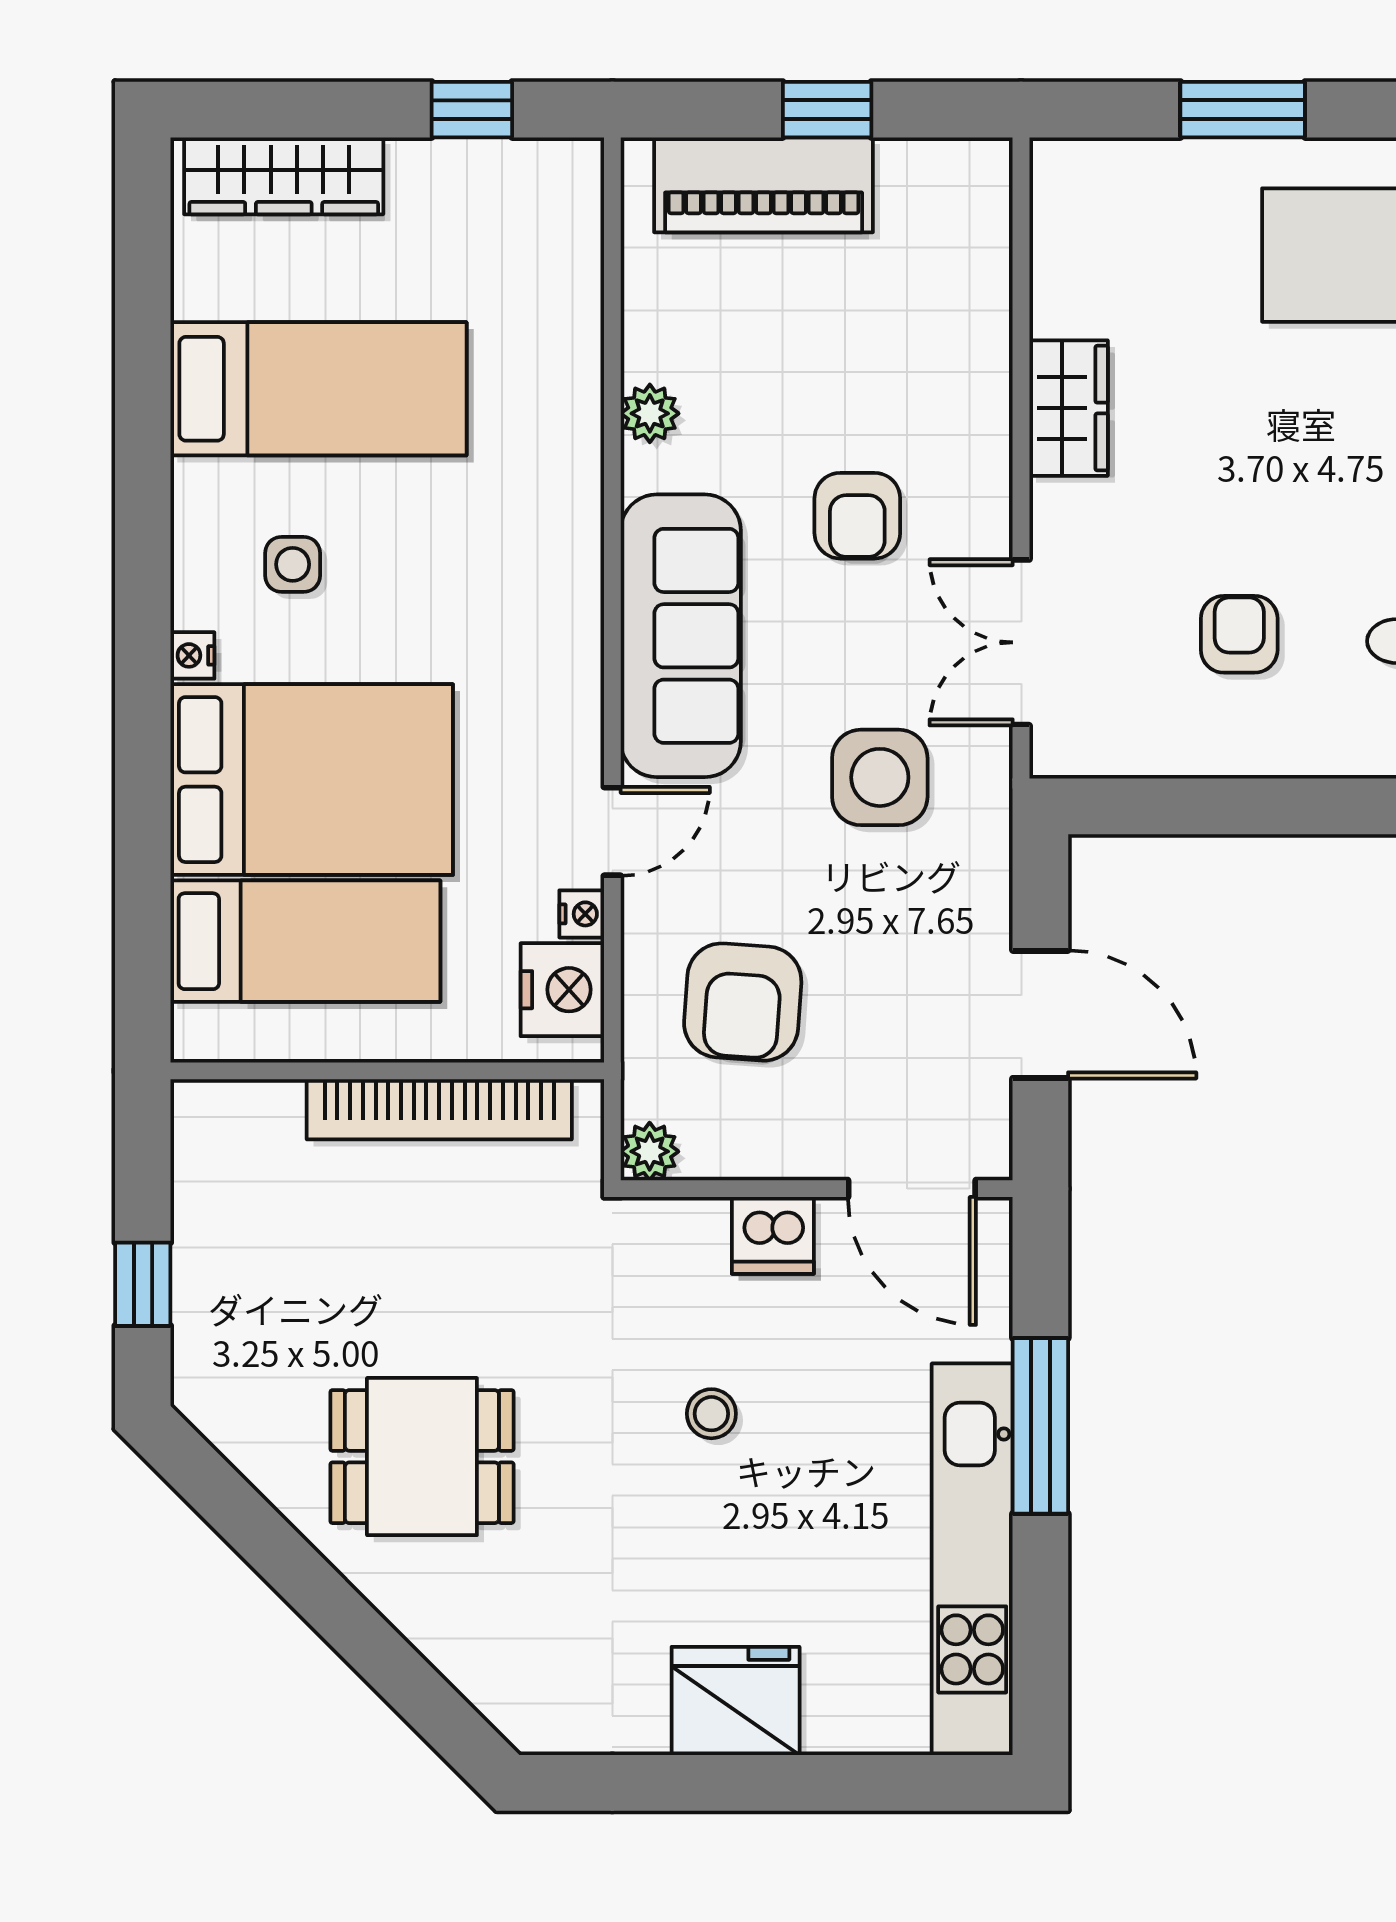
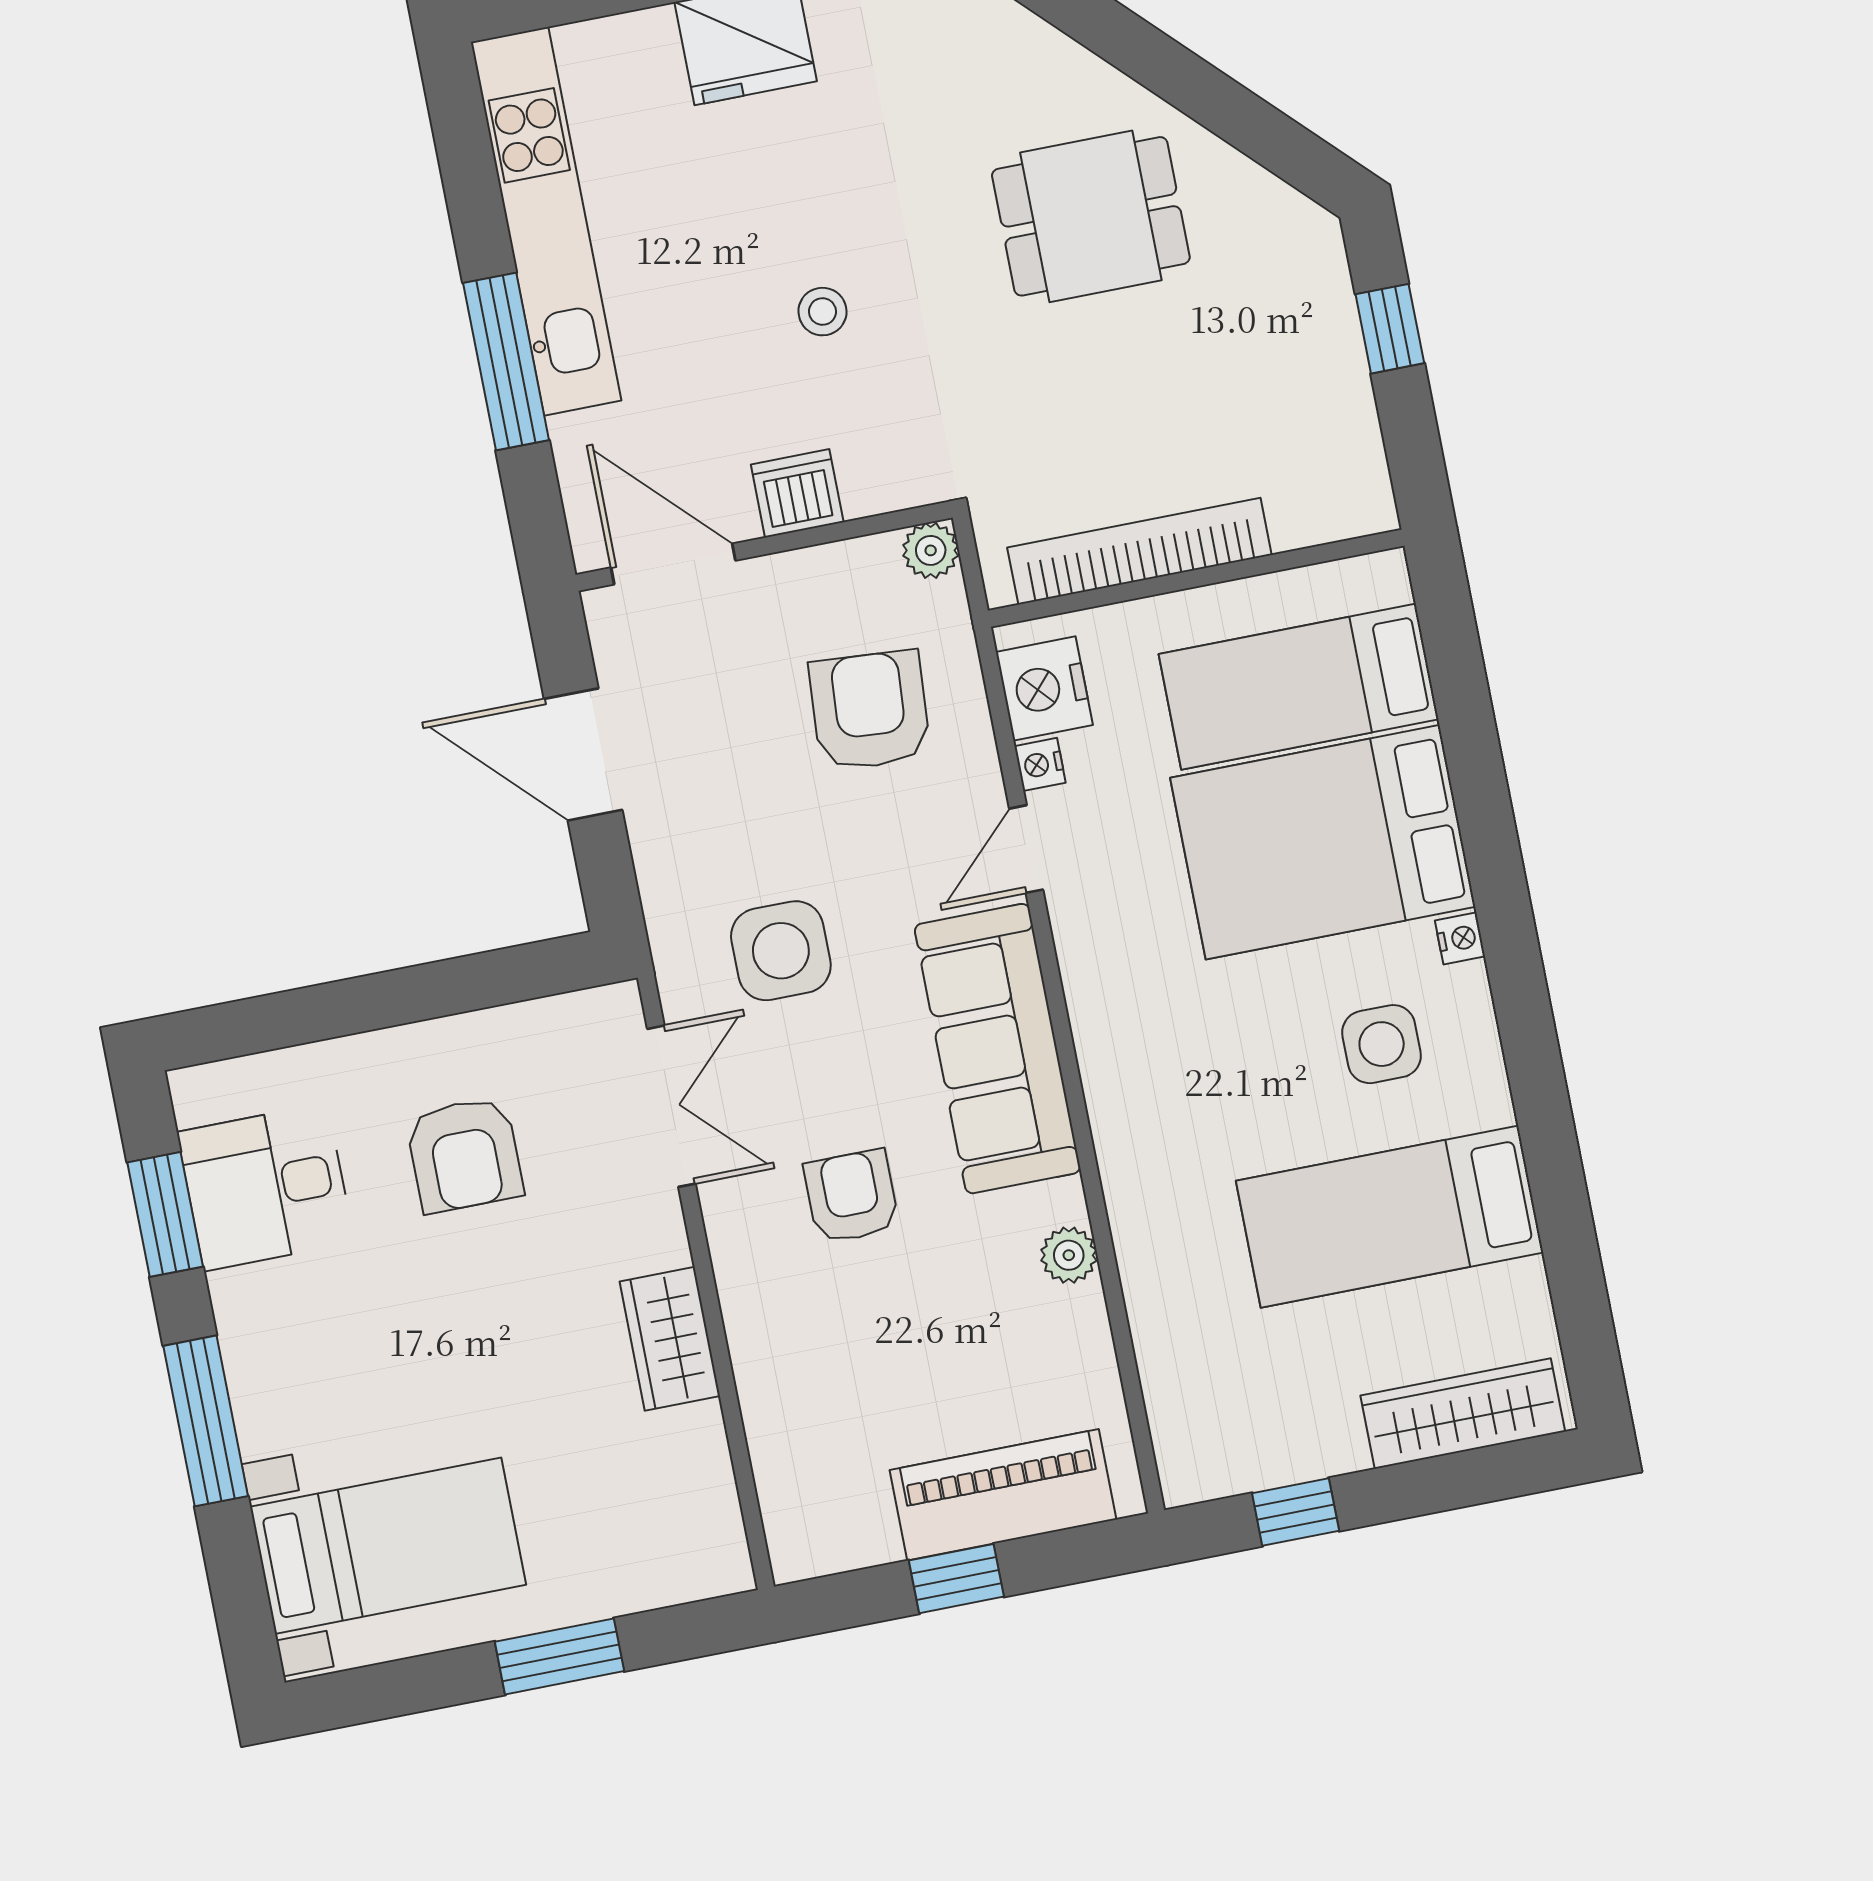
side table: (293, 564) -> (1382, 1044), width x1.37, depth x1.37
armchair: (1239, 634) -> (465, 1155), width x1.38, depth x1.38

